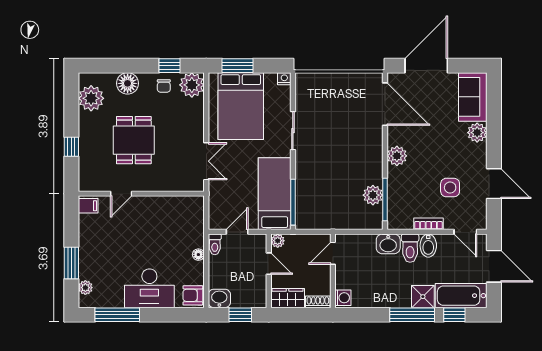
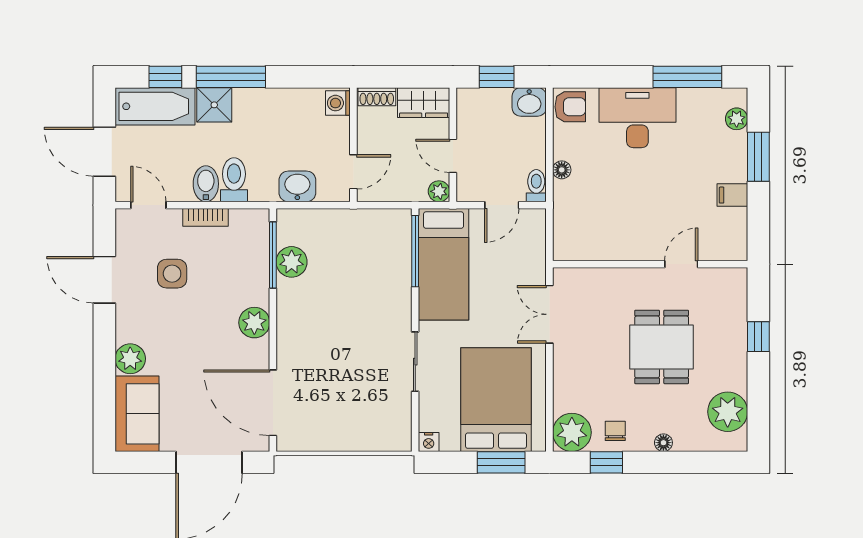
floor lamp: (128, 83) -> (663, 443), width x0.53, depth x0.53
filing cabinet: (88, 206) -> (732, 195), moved
washbasin: (388, 244) -> (297, 186), moved

